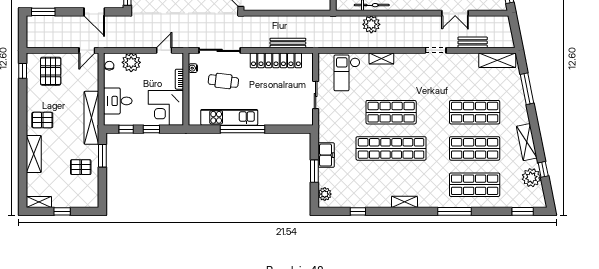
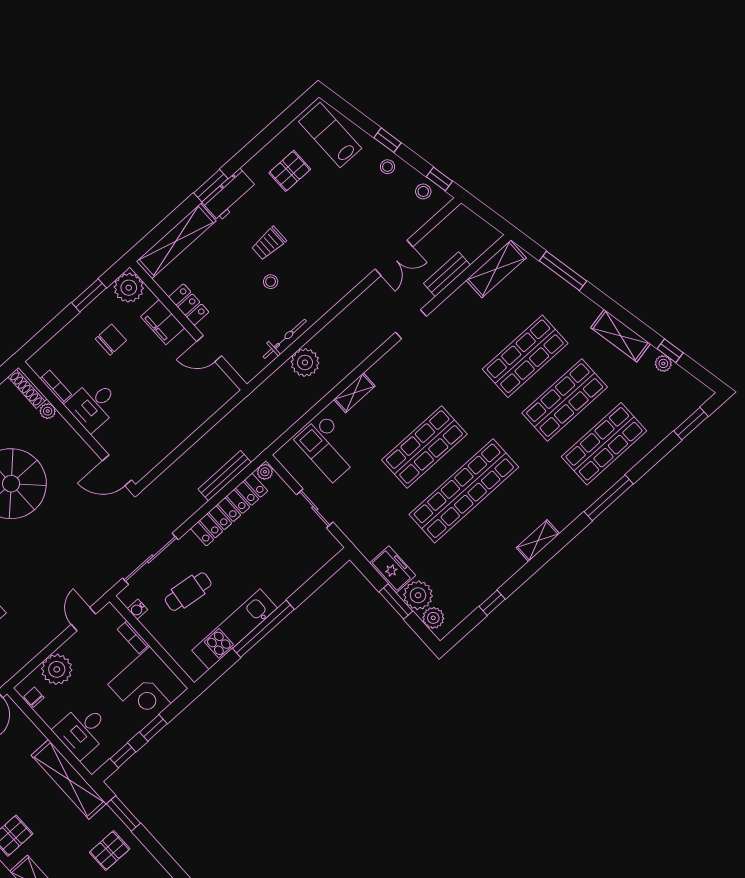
plant: (308, 58) -> (265, 472), added
plant: (327, 177) -> (418, 595), added
plant: (531, 178) -> (663, 363), width x0.53, depth x0.53

